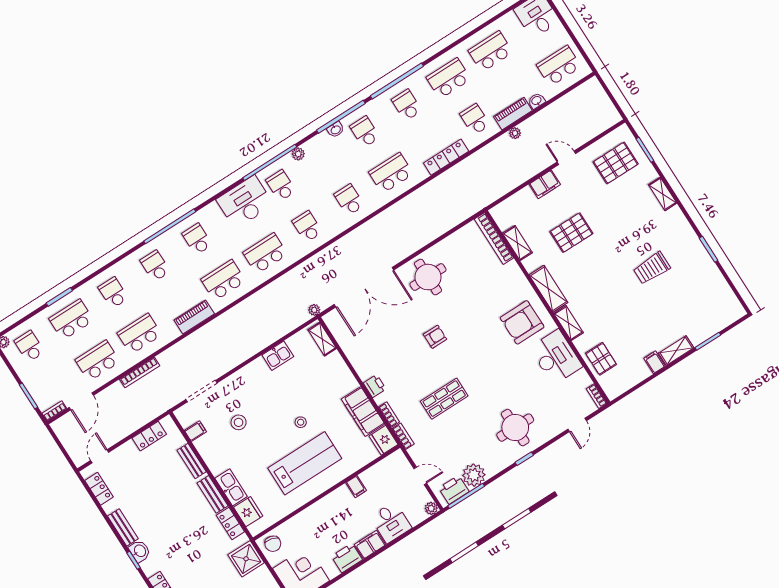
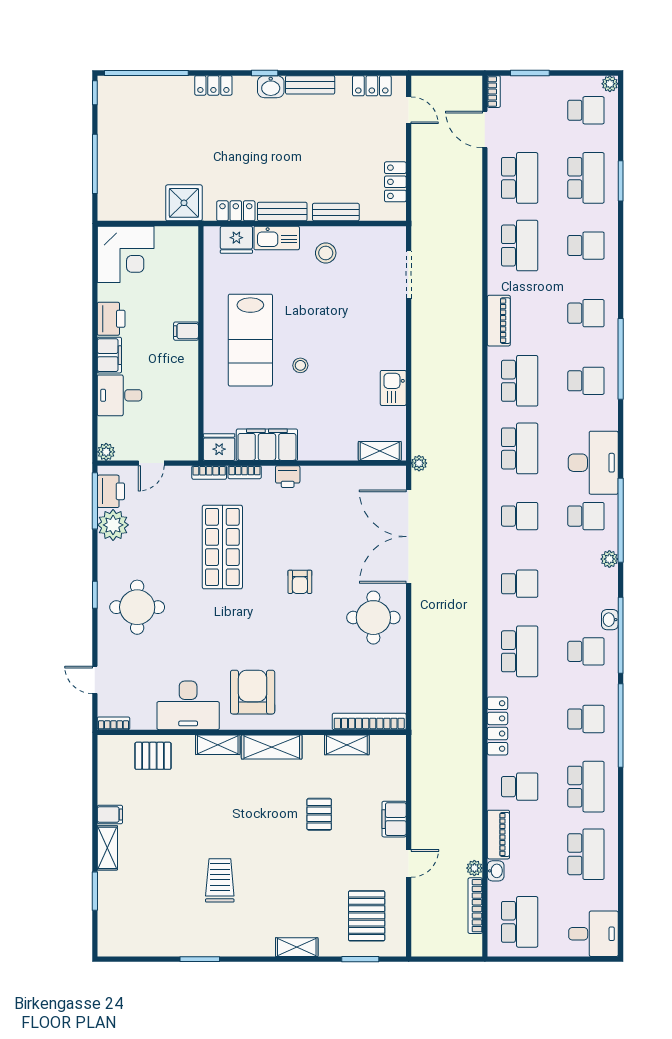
plant: (515, 133) -> (474, 868), moved
pallet: (571, 233) -> (319, 814), width x0.67, depth x0.71
bookcase: (140, 372) -> (475, 906), moved
shop shelf: (444, 399) -> (222, 547), width x1.43, depth x1.36
stool: (239, 422) -> (326, 253), moved
filing cabinet: (195, 431) -> (367, 238), removed
filing cabinet: (356, 487) -> (186, 331), moved
chair: (273, 544) -> (182, 245), removed

